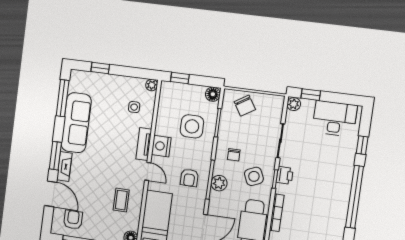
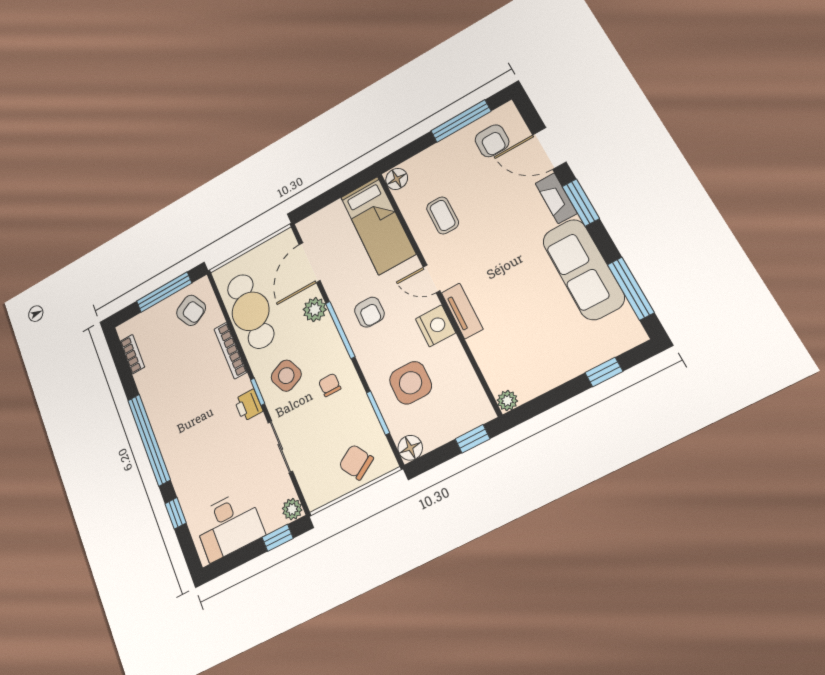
side table: (134, 107) -> (512, 352), removed
armchair: (189, 178) -> (369, 312), turned 180
plant: (219, 183) -> (315, 310), moved

